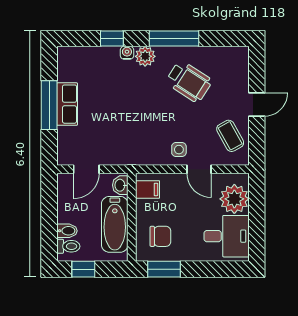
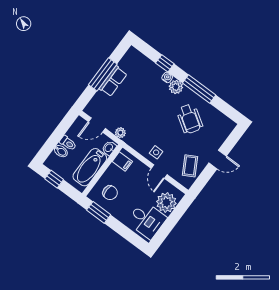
plant: (120, 158) -> (120, 133), added
toilet: (68, 246) -> (68, 143), moved

